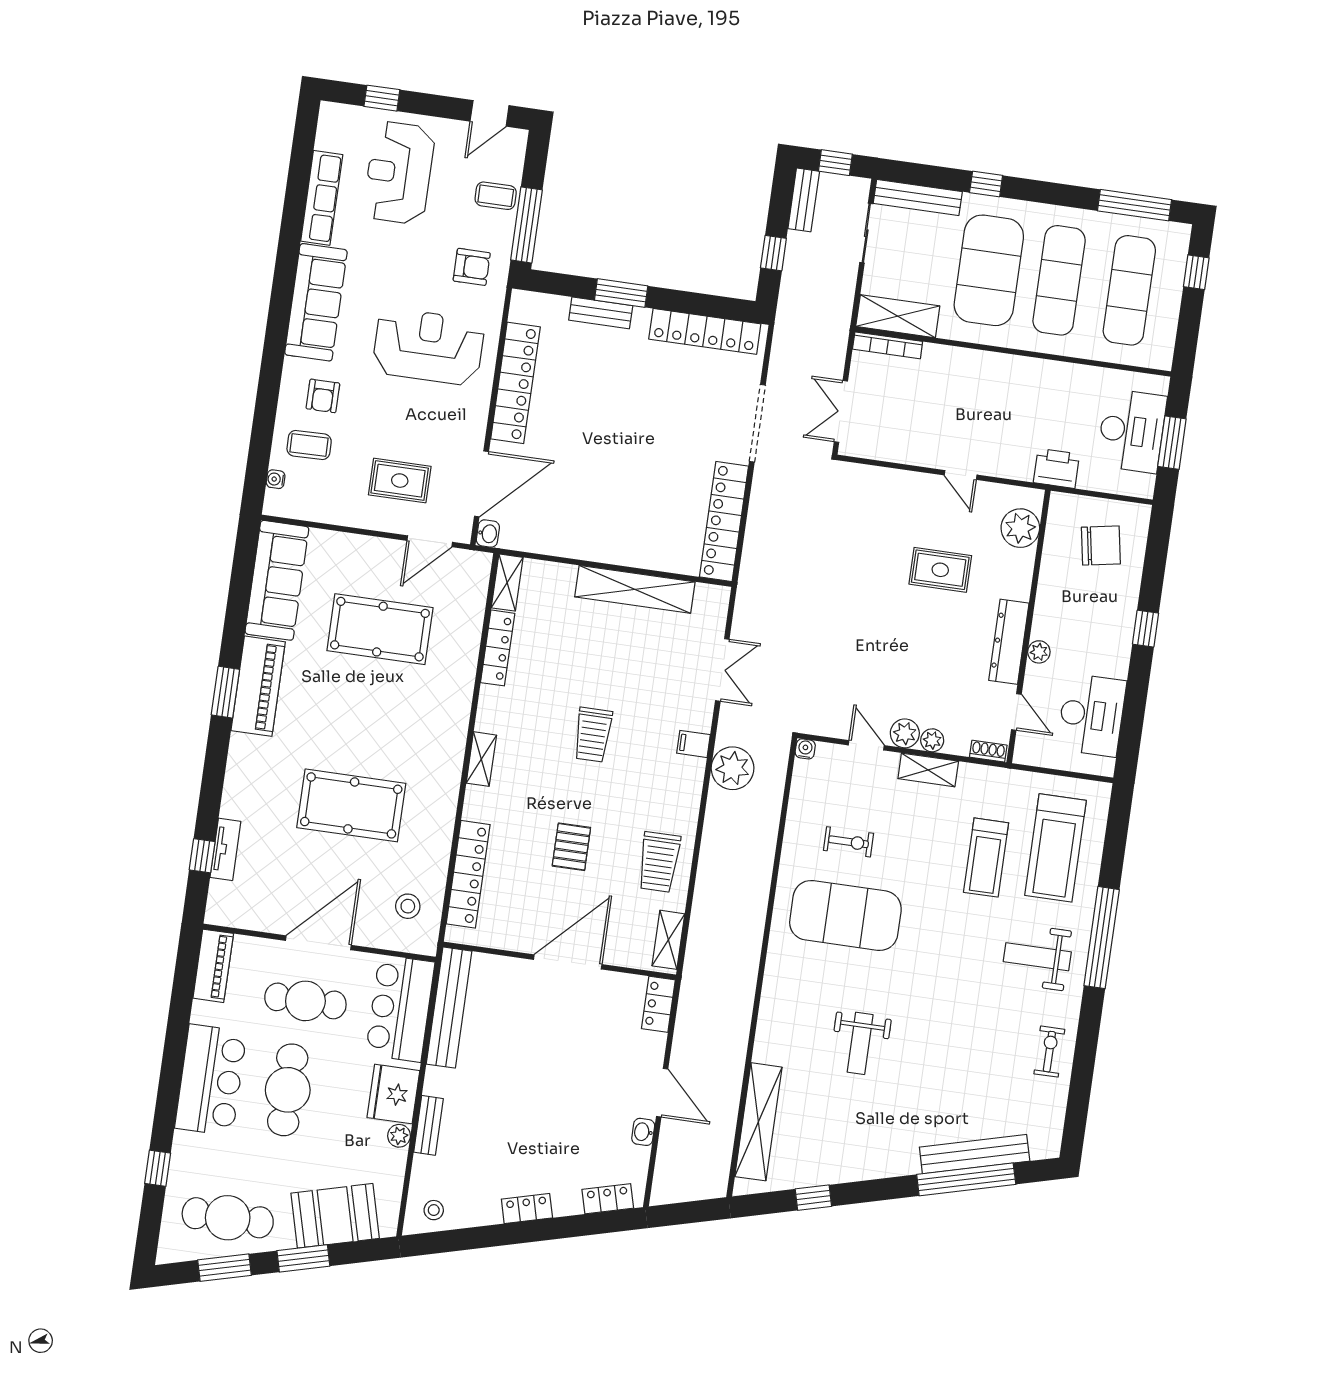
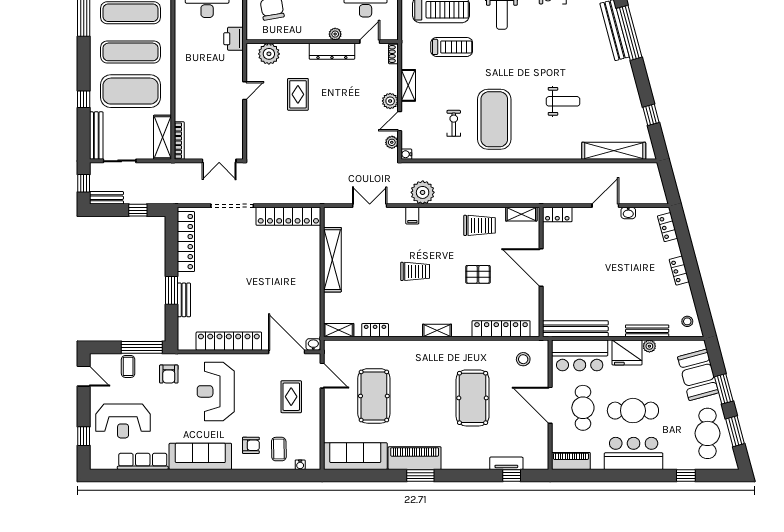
armchair: (472, 267) -> (169, 374), turned 180
locker: (498, 648) -> (375, 330), width x0.66
plant: (932, 740) -> (392, 142), moved
bench: (428, 1125) -> (647, 331), width x1.36

